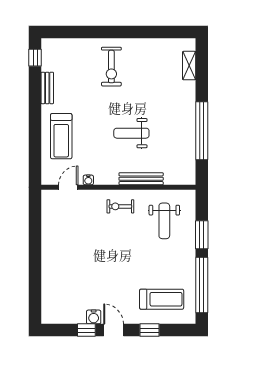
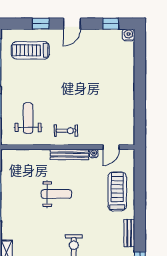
bench: (141, 179) -> (69, 155), moved
water cooler: (94, 317) -> (128, 35), moved
window: (86, 330) -> (111, 24), moved
door: (114, 330) -> (72, 24), hinge flipped

